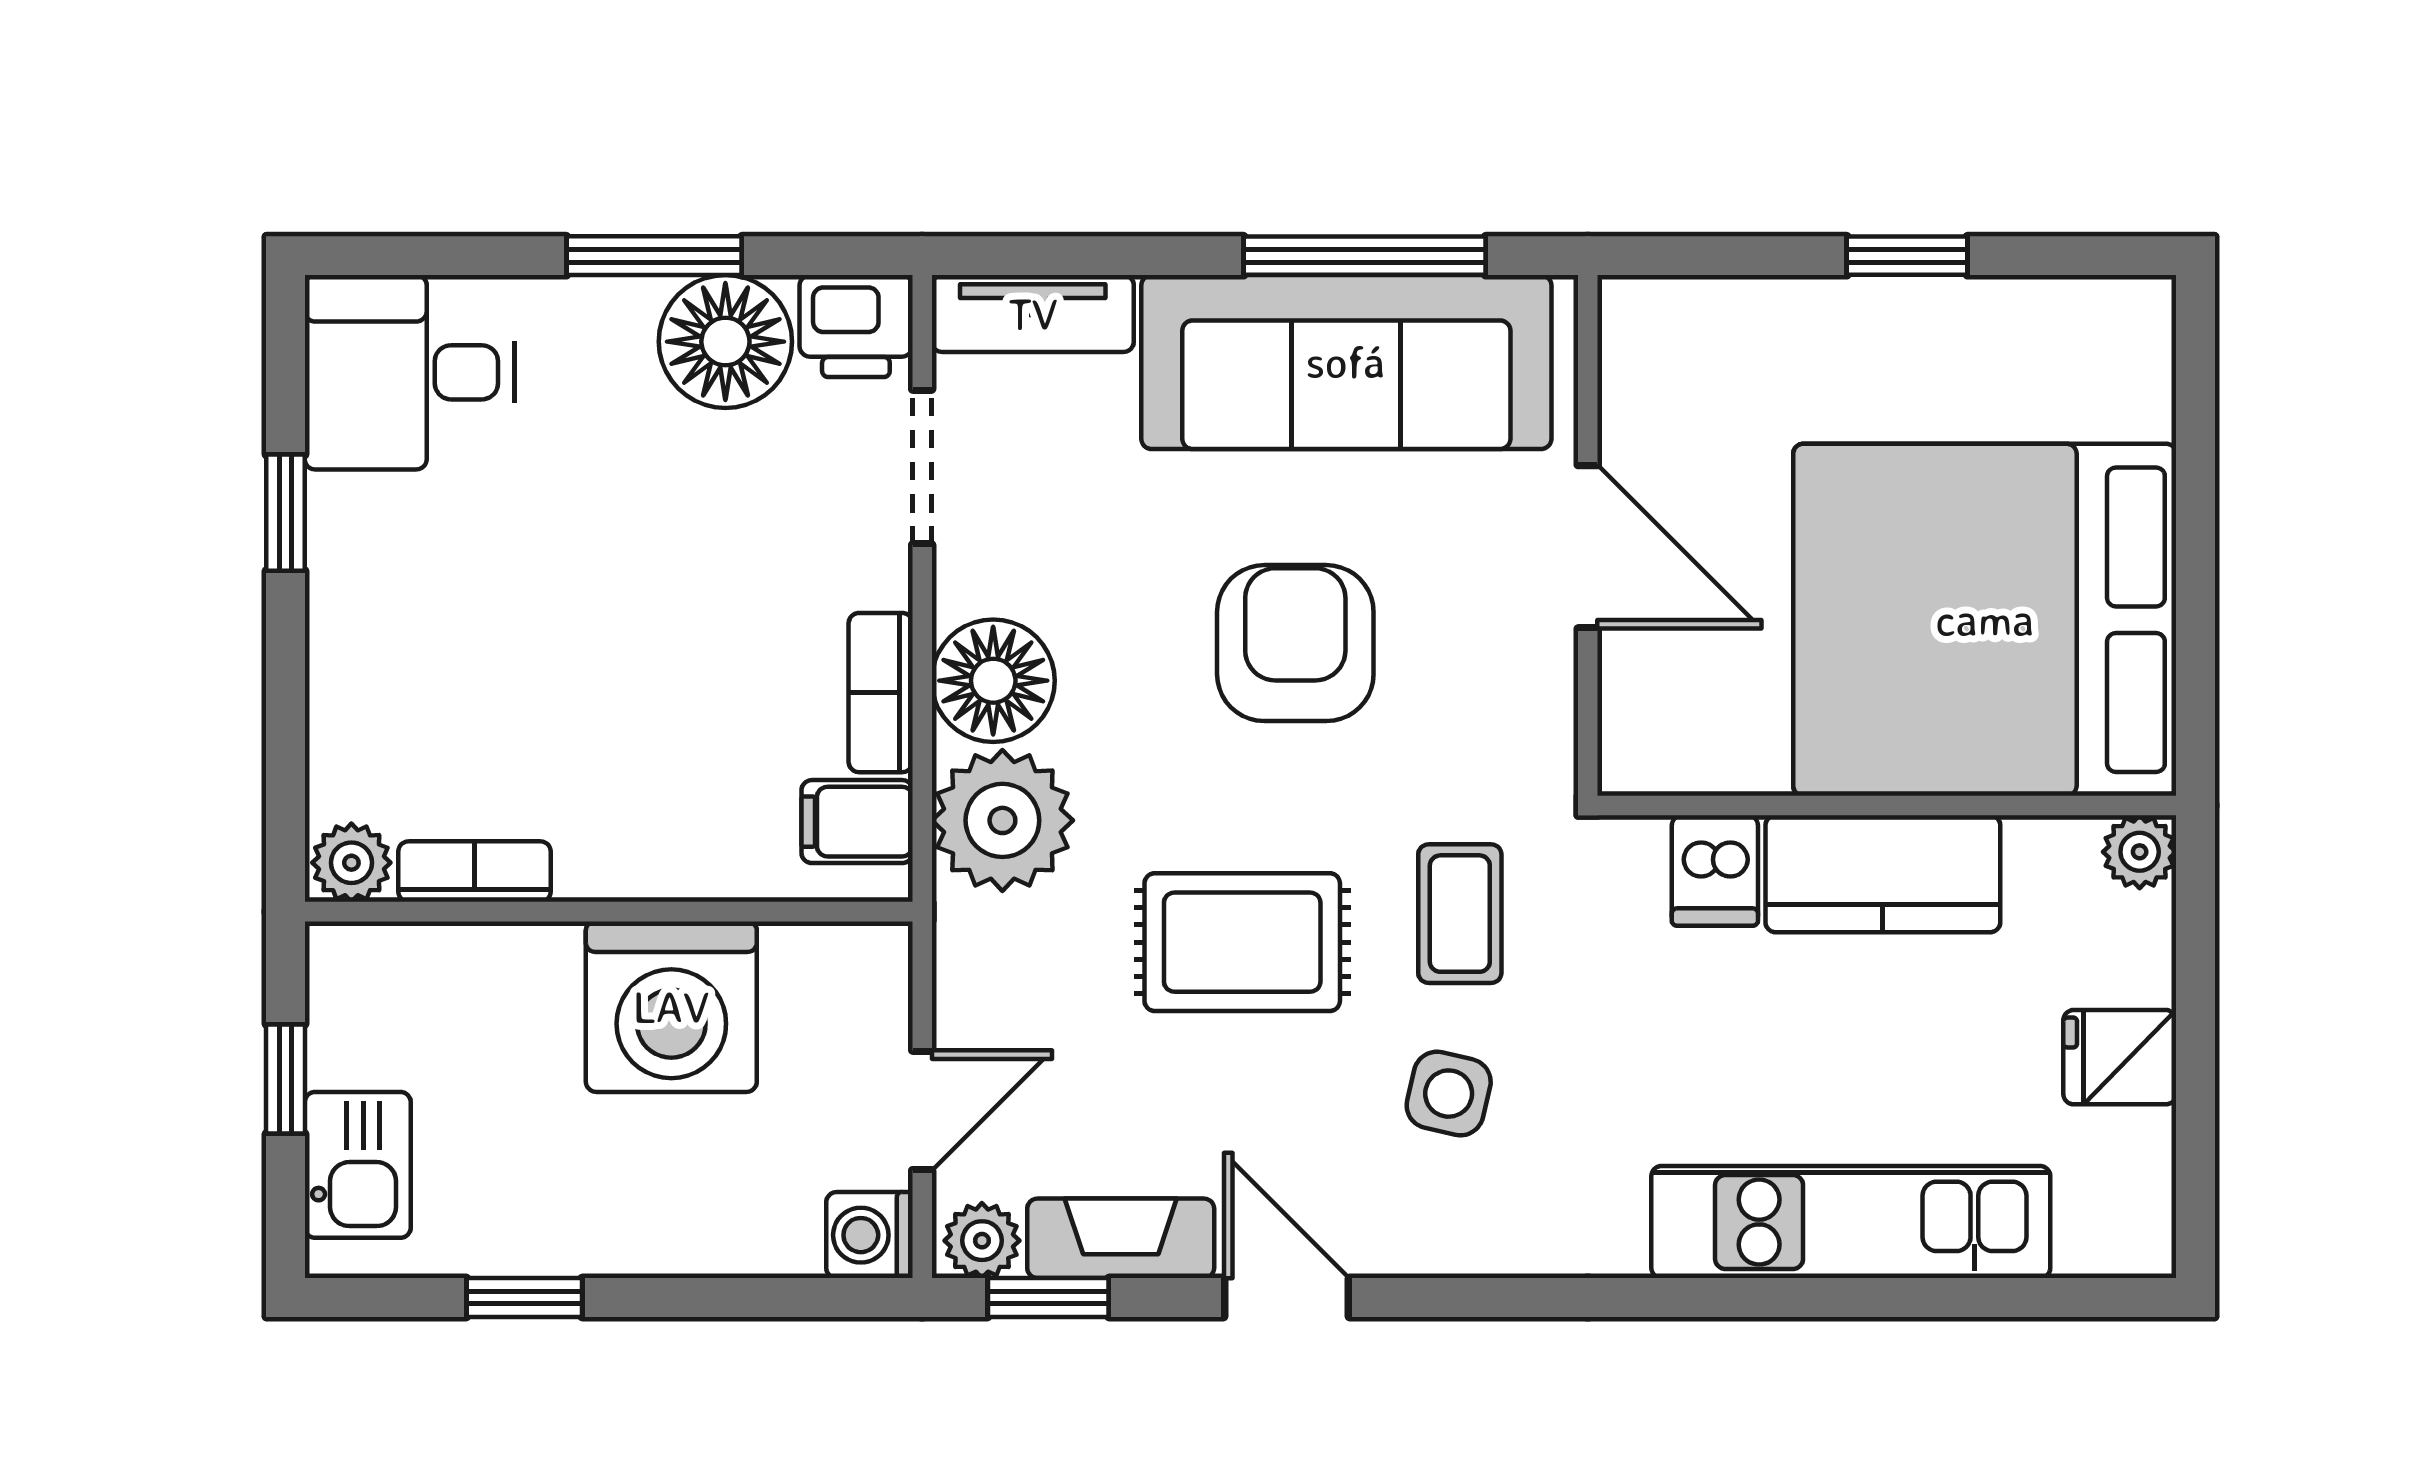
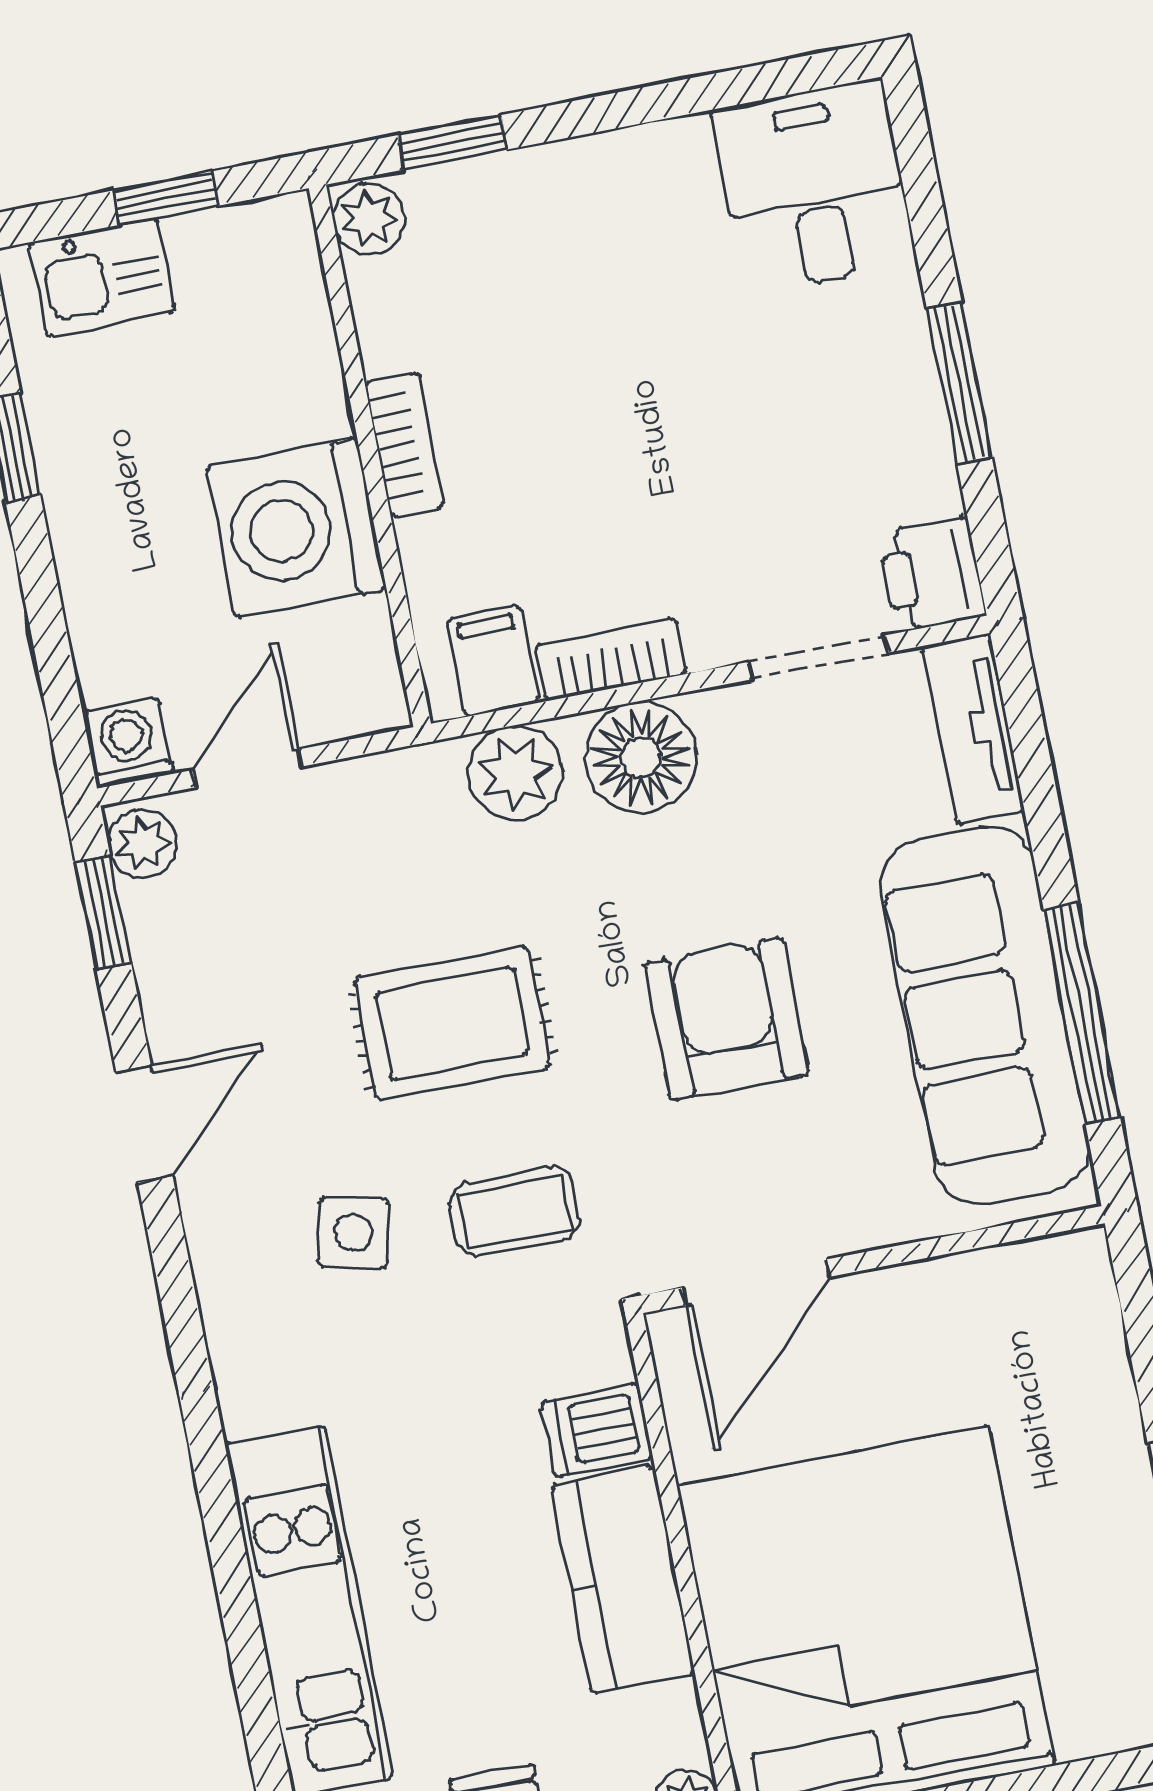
floor lamp: (725, 342) -> (896, 461), removed
window: (286, 513) -> (453, 142), moved
door: (1588, 547) -> (756, 1282), moved
armchair: (1295, 643) -> (726, 1019), turned -90
plant: (1002, 820) -> (515, 773), width x0.73, depth x0.73
bookcase: (475, 872) -> (404, 444), moved
rug: (1242, 942) -> (452, 1023), turned 90
door: (922, 1110) -> (247, 768), swing flipped
fireplace: (1121, 1238) -> (168, 966), removed

